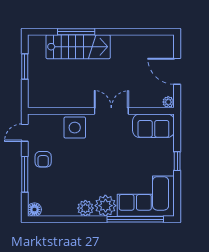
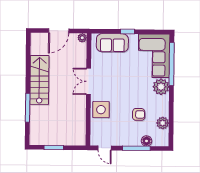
stairs: (78, 47) -> (39, 80), moved
sofa: (153, 126) -> (112, 43), moved, turned 90
armchair: (43, 159) -> (139, 114), moved
plant: (85, 208) -> (163, 123), moved
floor lamp: (34, 210) -> (147, 141), moved

